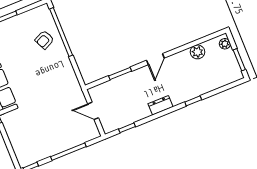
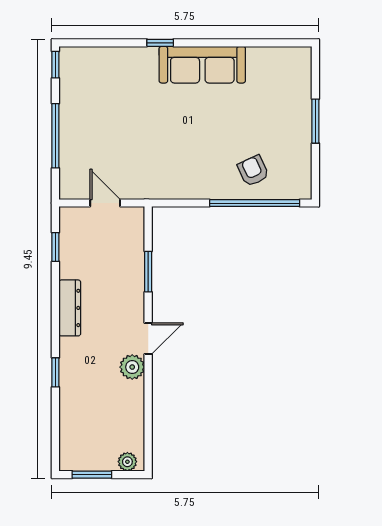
plant: (197, 52) -> (132, 367), moved
door: (155, 59) -> (148, 339), swing flipped
dresser: (161, 105) -> (70, 308), width x1.44
door: (93, 111) -> (105, 203), hinge flipped

